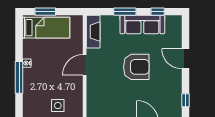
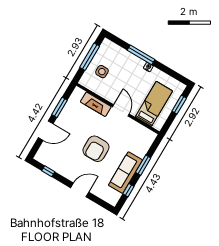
bed: (46, 28) -> (154, 104), moved, turned 180
fireplace: (93, 32) -> (96, 104), moved

